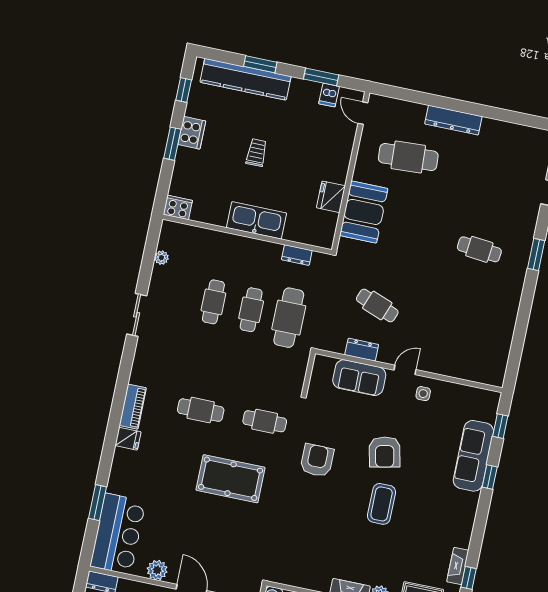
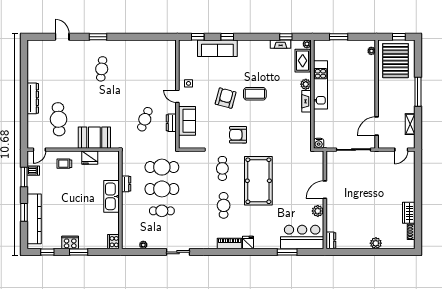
trolley: (257, 153) -> (64, 164), moved
dresser: (297, 255) -> (126, 184), moved
cafe table: (251, 310) -> (162, 189), width x1.37, depth x1.35
armchair: (385, 452) -> (226, 98), turned -63
pool table: (231, 479) -> (258, 181), width x1.36, depth x1.32

